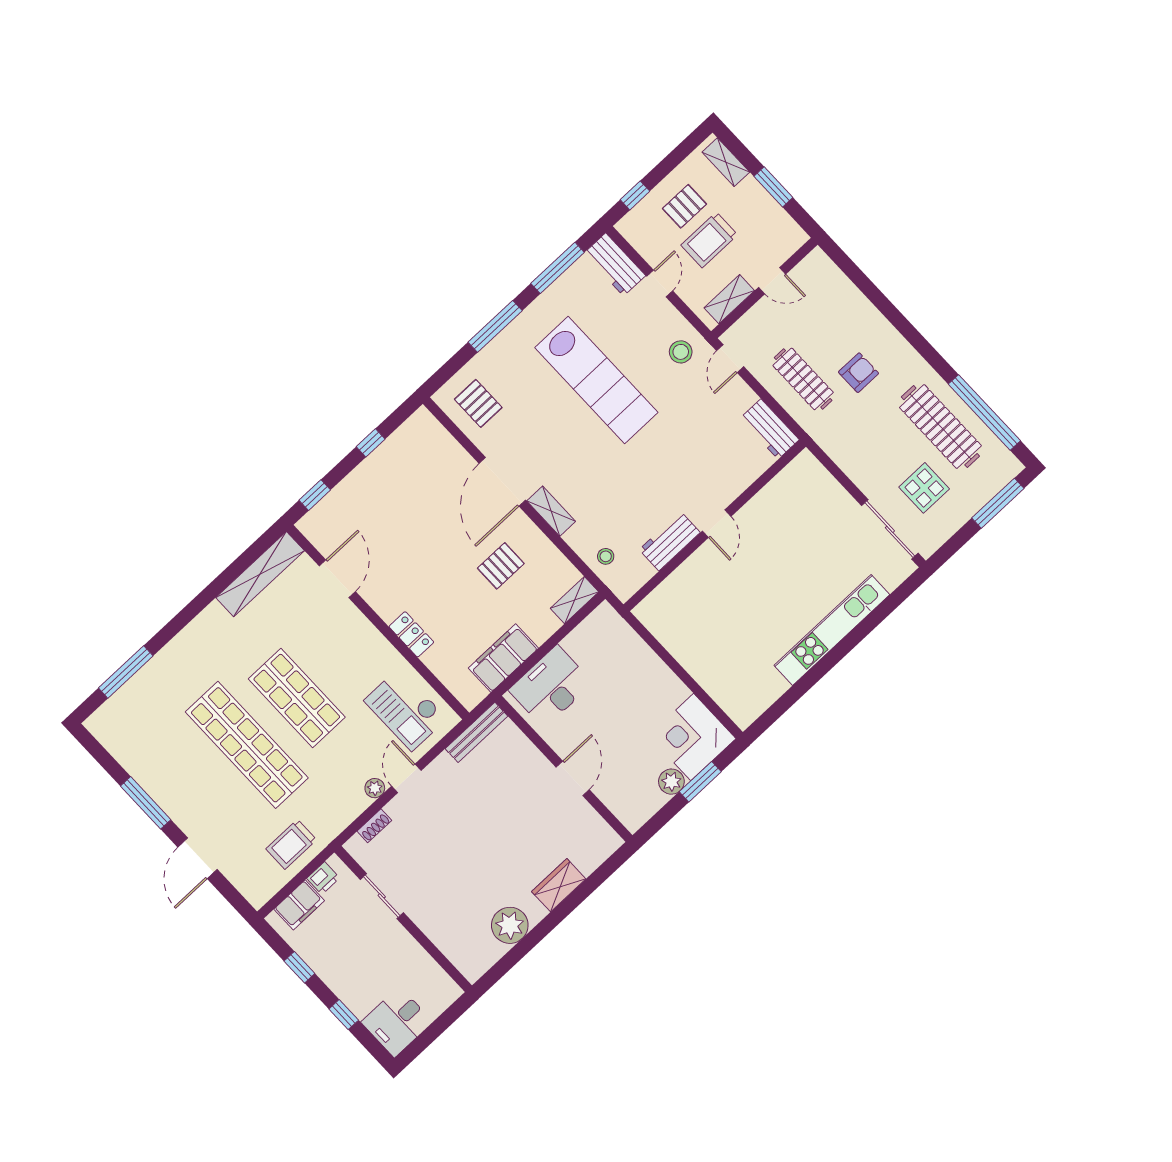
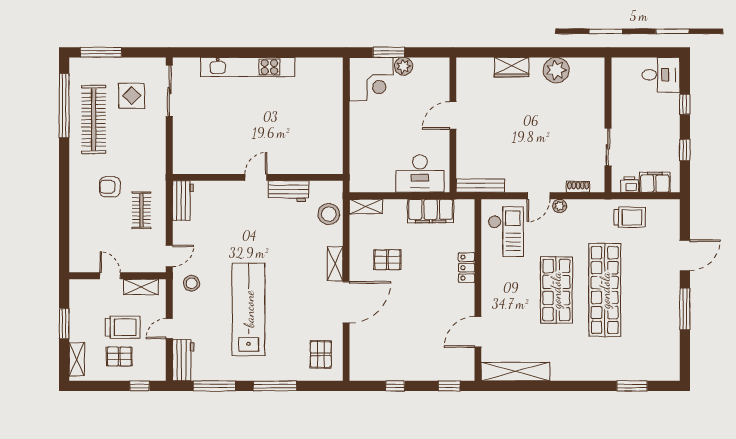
clothes rail: (803, 379) -> (141, 210), width x0.73
stool: (606, 556) -> (329, 214), width x1.89, depth x1.89
window: (126, 672) -> (632, 386), width x0.69

